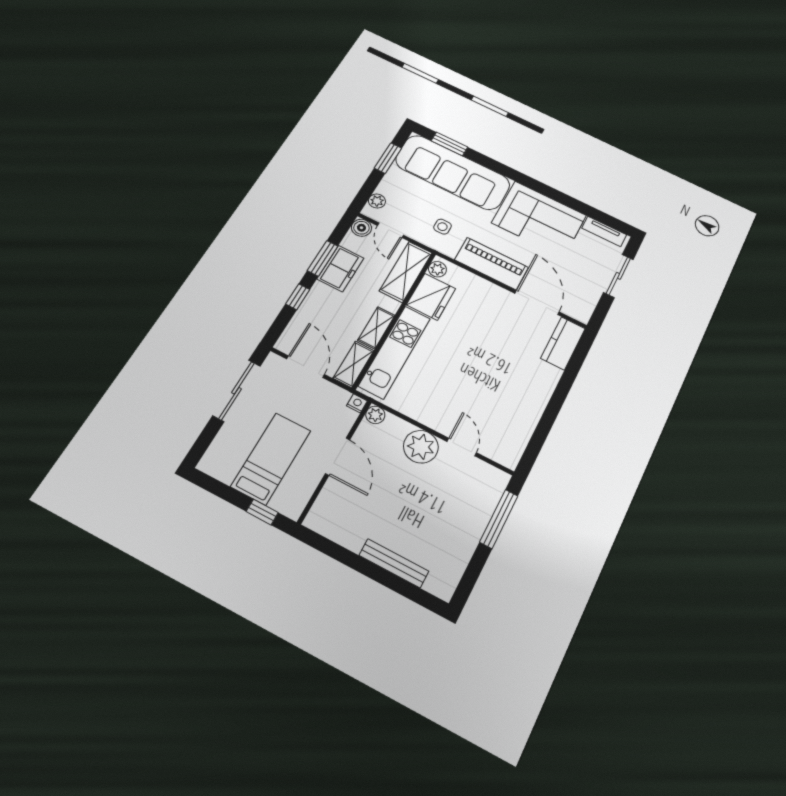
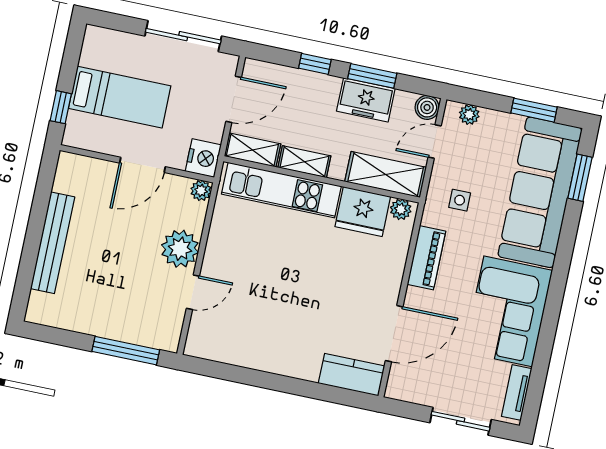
piano: (491, 264) -> (426, 258), width x0.73, depth x0.75
nightstand: (357, 403) -> (203, 158), width x1.89, depth x1.79
bench: (394, 563) -> (53, 243), width x1.37, depth x1.21

